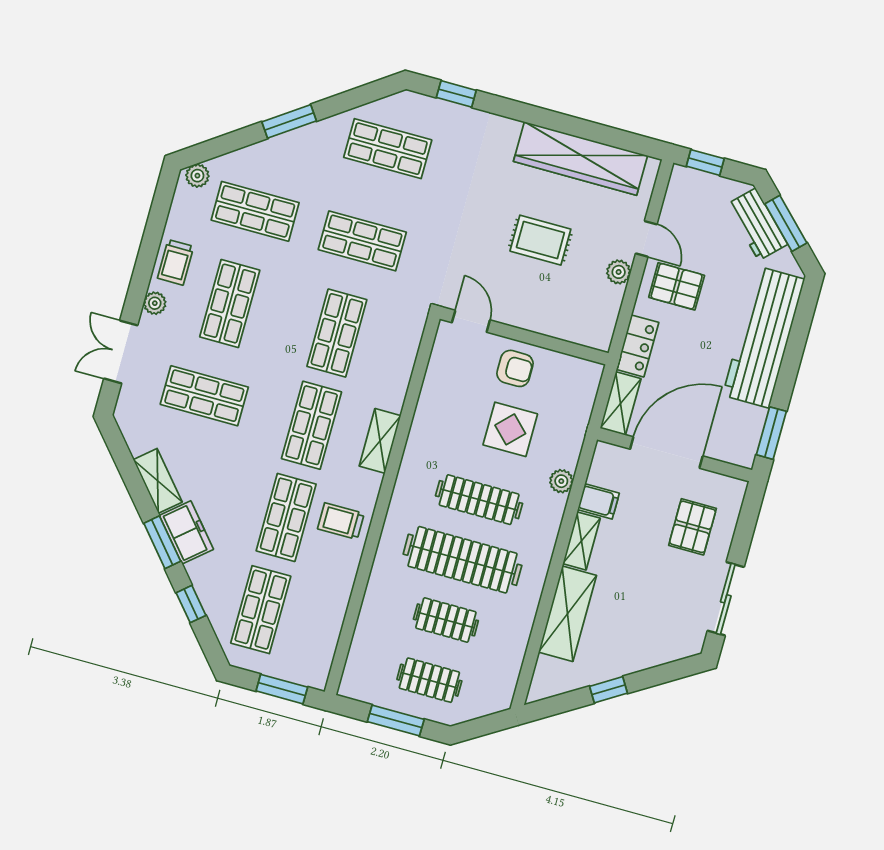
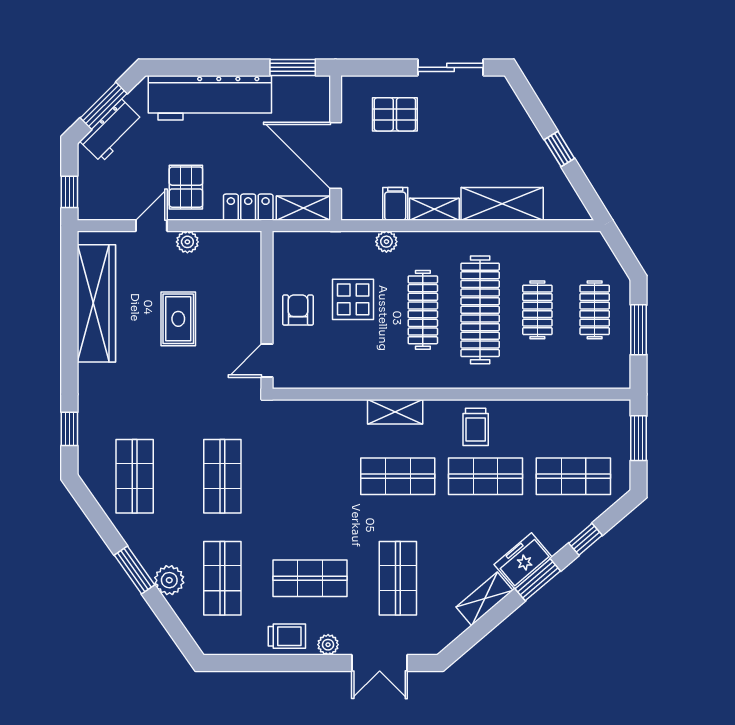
plant: (197, 176) -> (169, 580), moved, width x1.38, depth x1.38
shop shelf: (337, 333) -> (310, 476), removed

